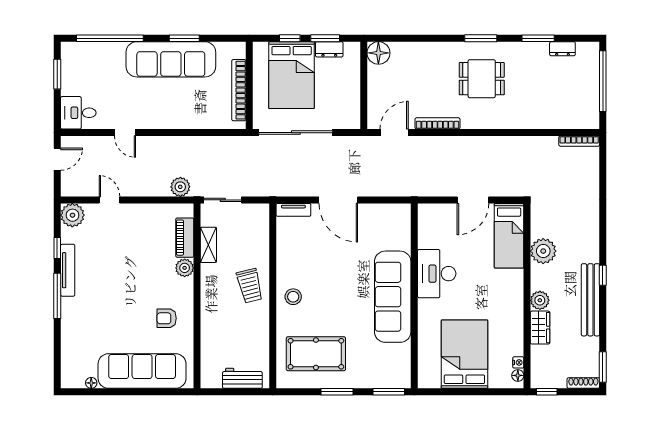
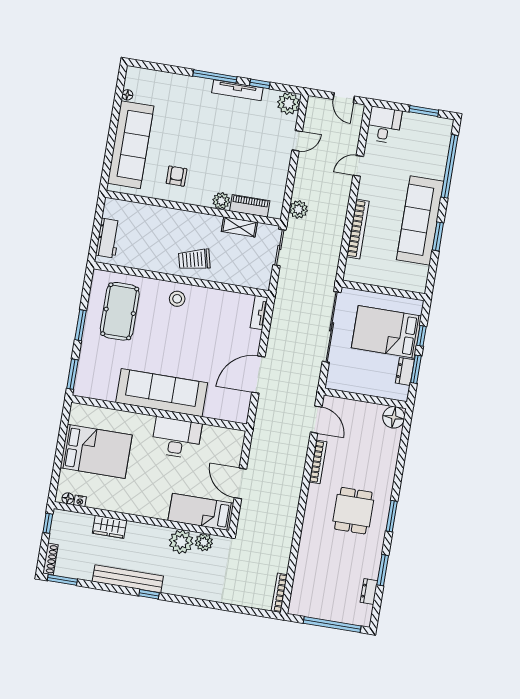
bookcase: (239, 90) -> (358, 229), moved, turned 90
door: (338, 200) -> (258, 375), moved
plant: (540, 300) -> (204, 542), moved

